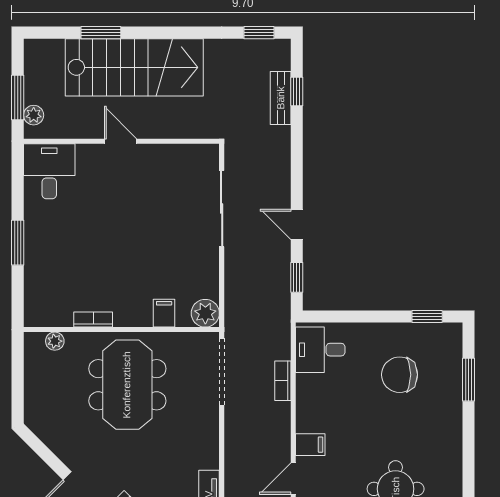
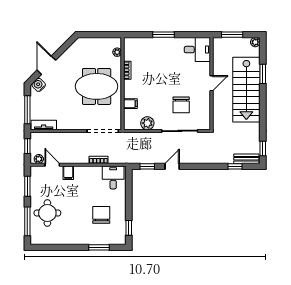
bench: (281, 98) -> (246, 159), moved
plant: (34, 115) -> (255, 42), moved
chair: (167, 206) -> (181, 105), added
plant: (205, 313) -> (147, 123), moved

